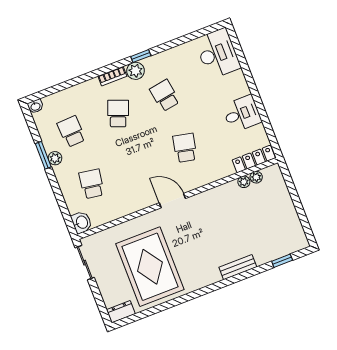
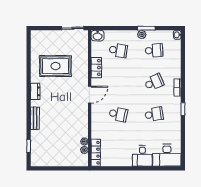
plant: (136, 71) -> (175, 103), removed
school desk: (118, 113) -> (154, 82), turned -45
desk: (242, 114) -> (142, 156), moved
locker: (129, 206) -> (96, 67), added
rug: (150, 267) -> (55, 66), width x0.73, depth x0.69
dresser: (121, 312) -> (35, 91), moved

